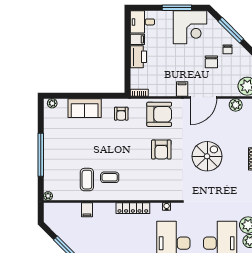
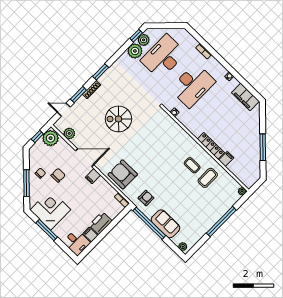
window: (98, 96) -> (149, 223), added
armchair: (161, 150) -> (143, 151), removed
locker: (133, 208) -> (211, 146), moved

